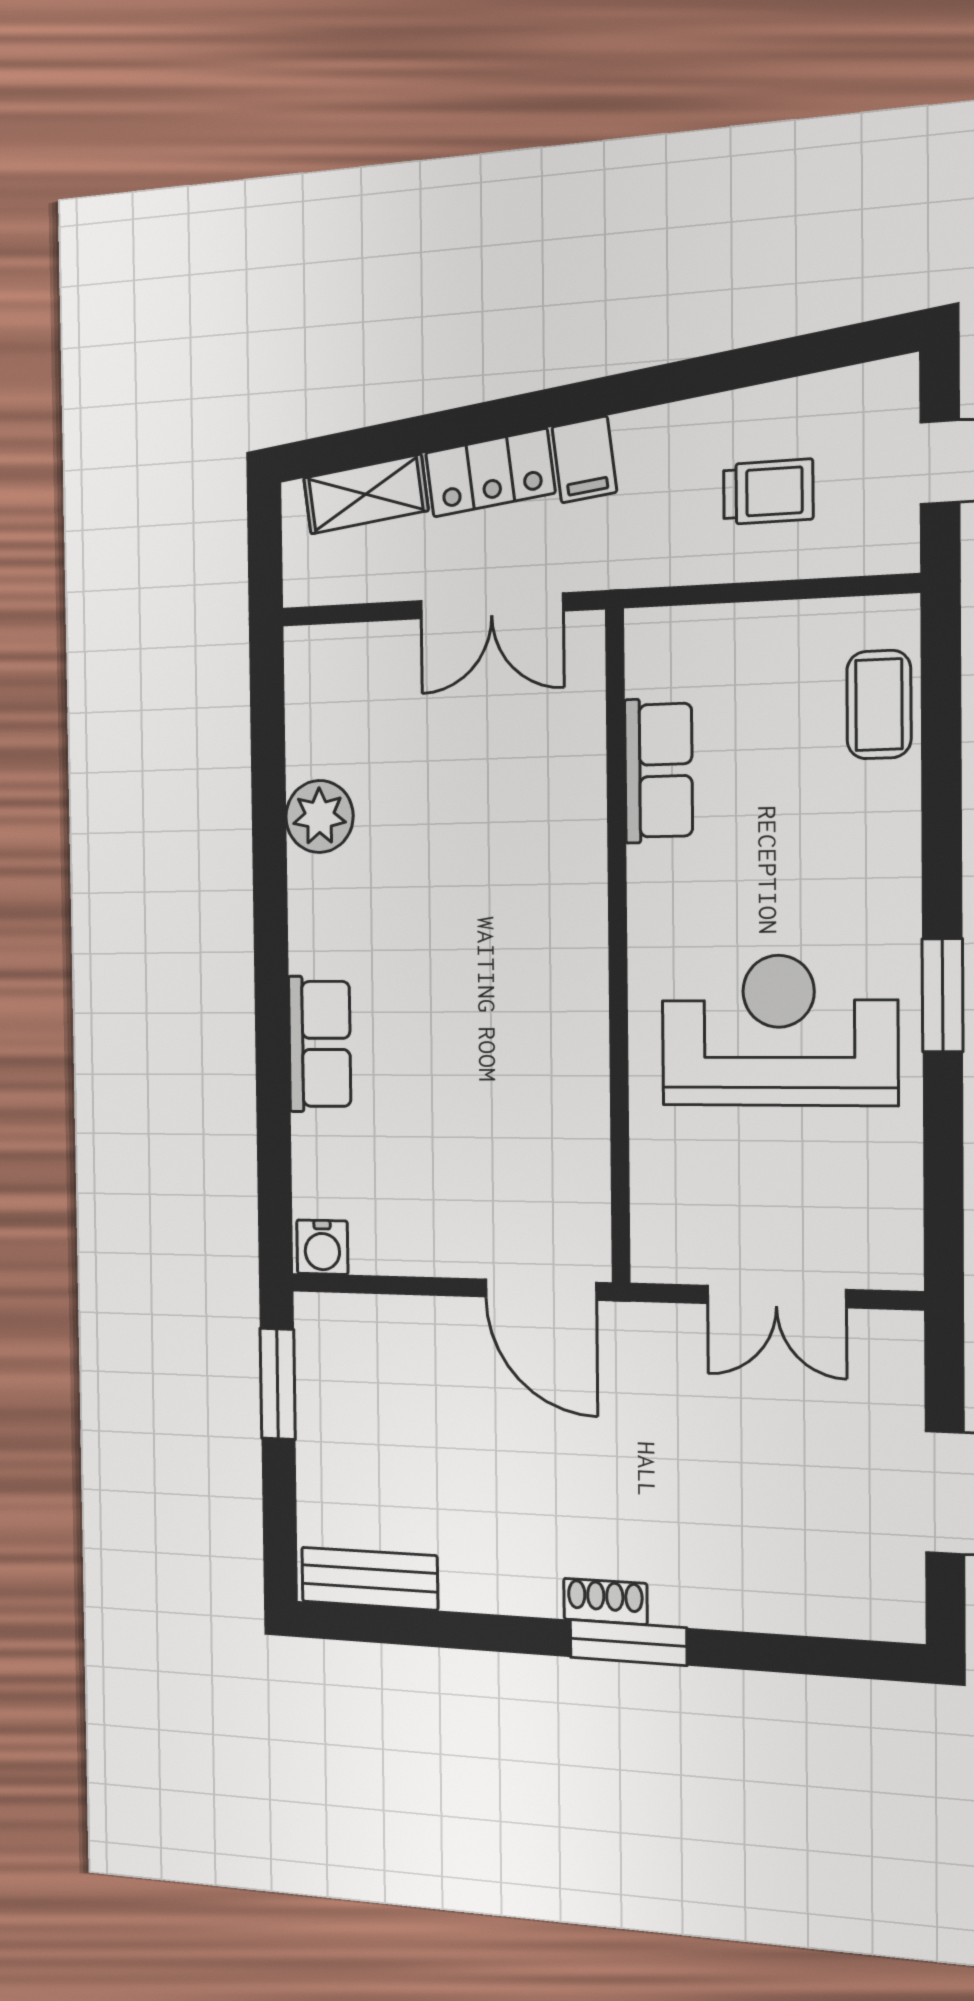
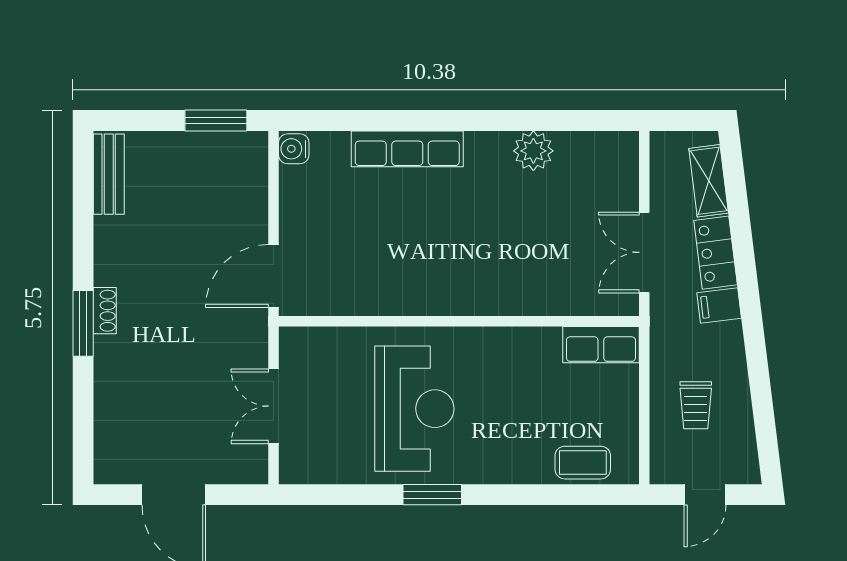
row of seats: (659, 770) -> (601, 345), moved
row of seats: (320, 1044) -> (407, 149), width x1.48

